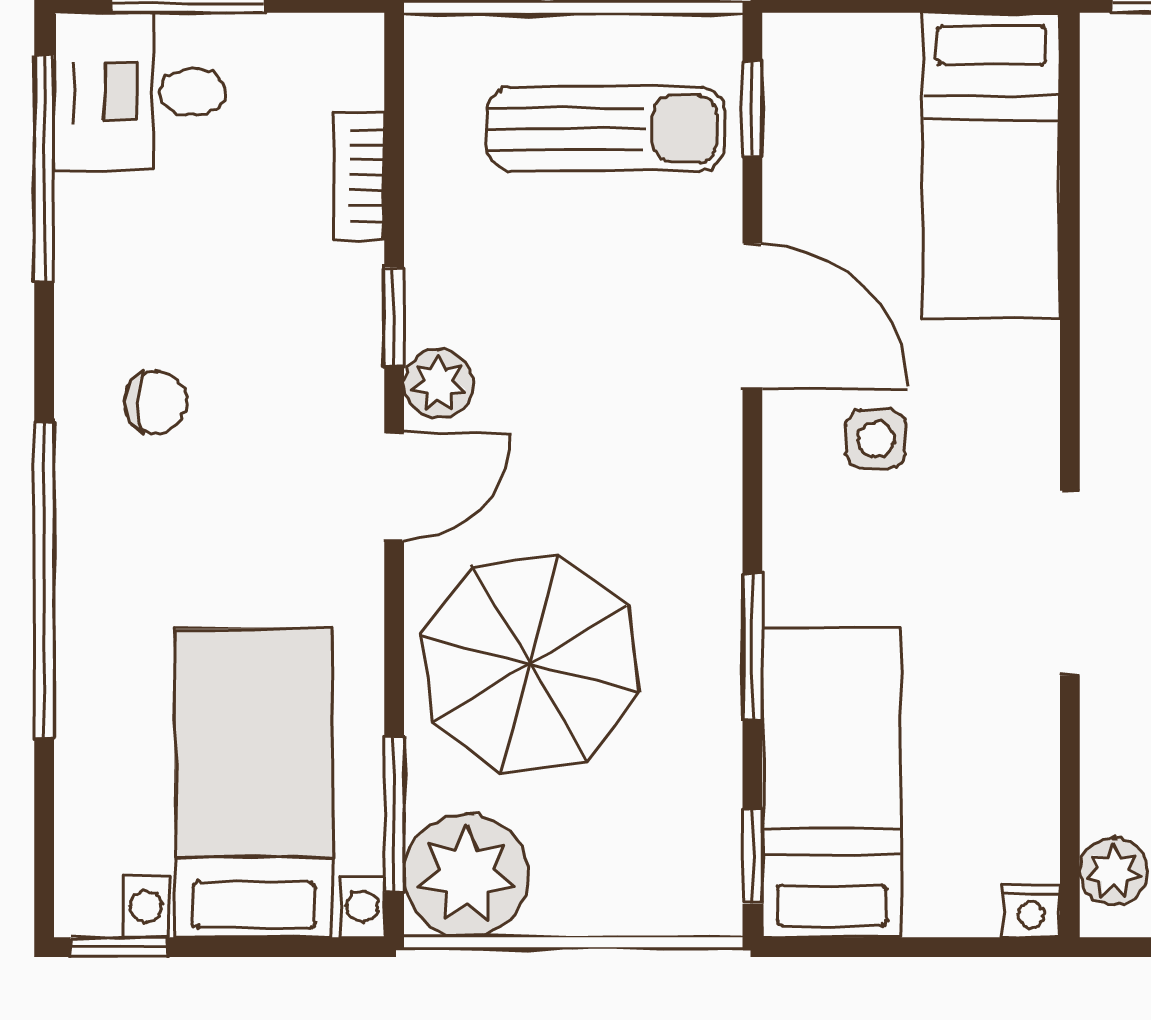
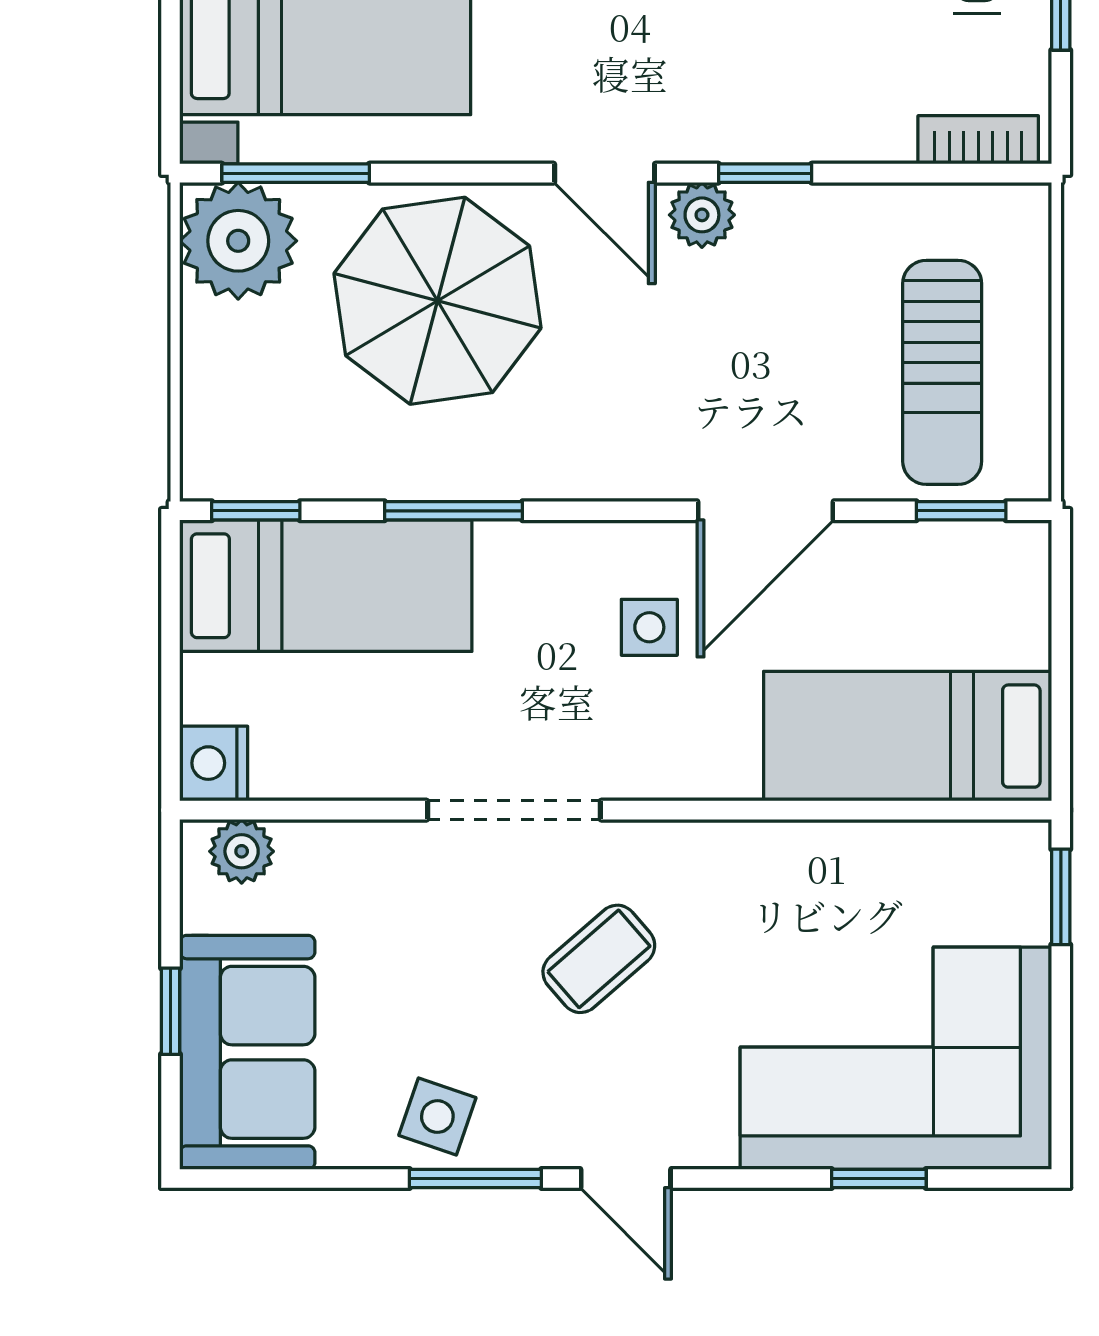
bookcase: (359, 176) -> (978, 140), moved
nightstand: (1031, 911) -> (214, 763), width x1.39, depth x1.35

